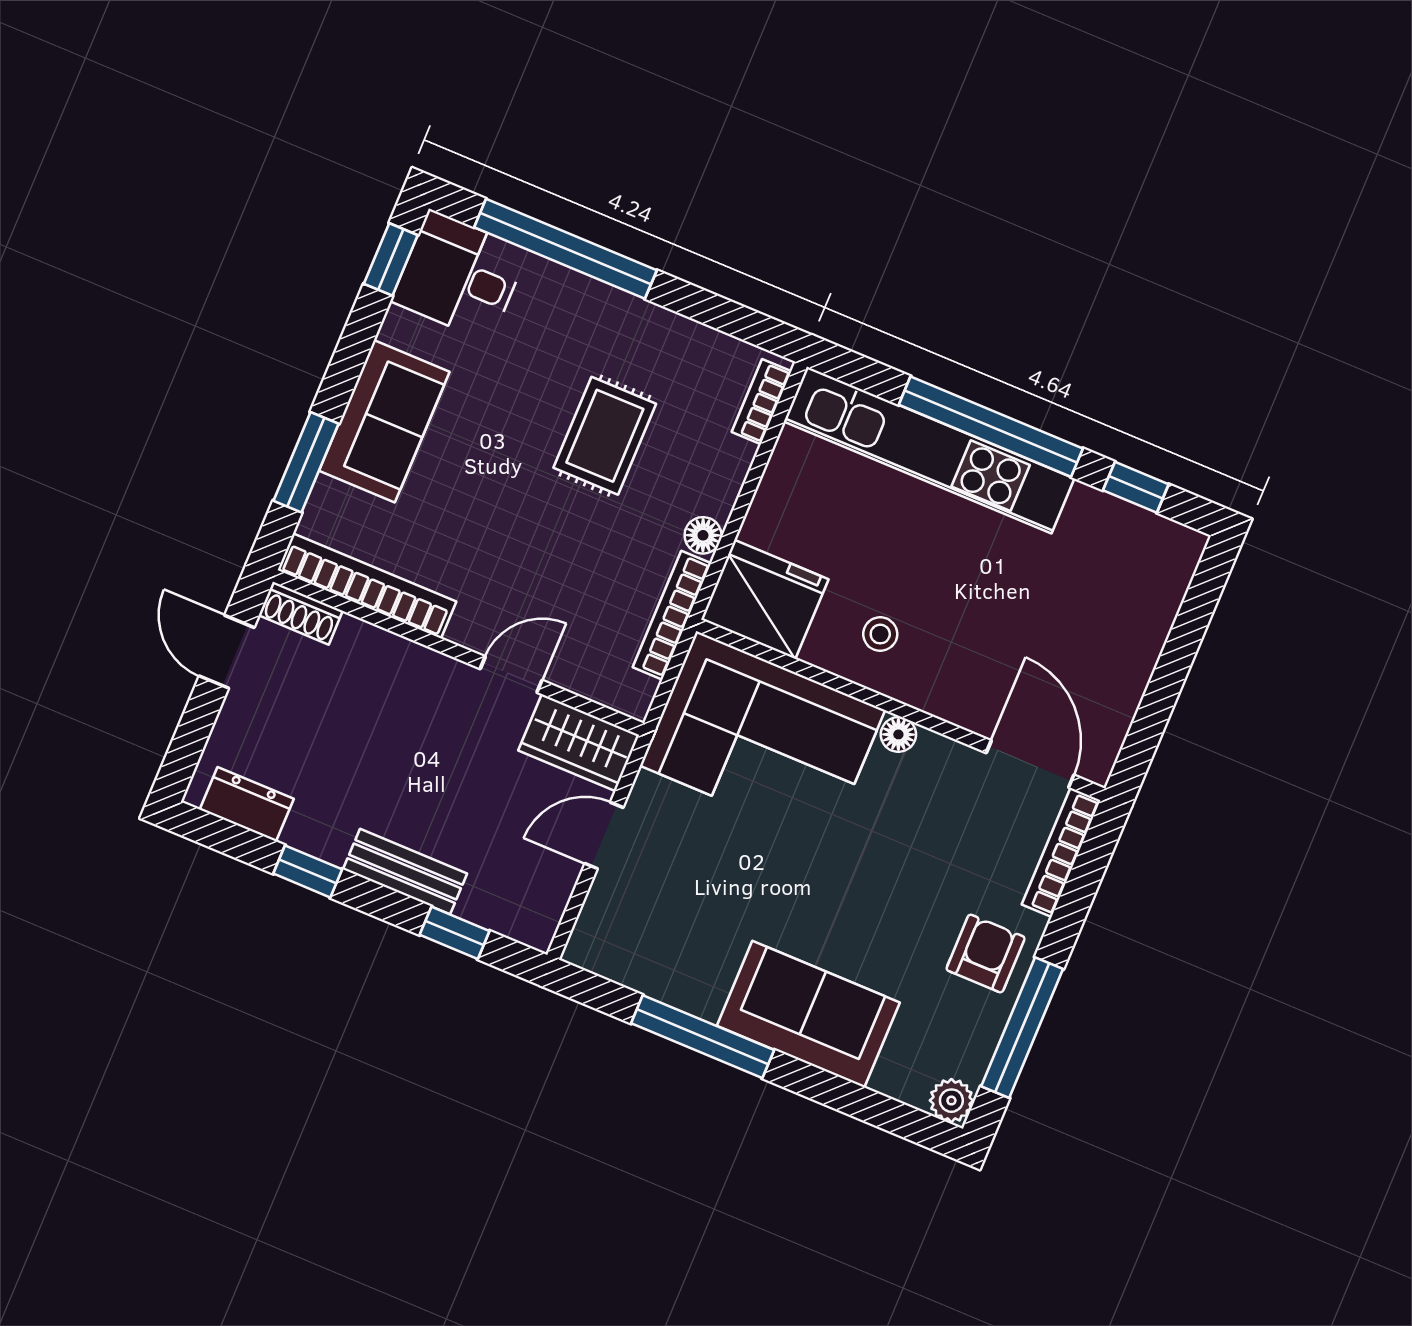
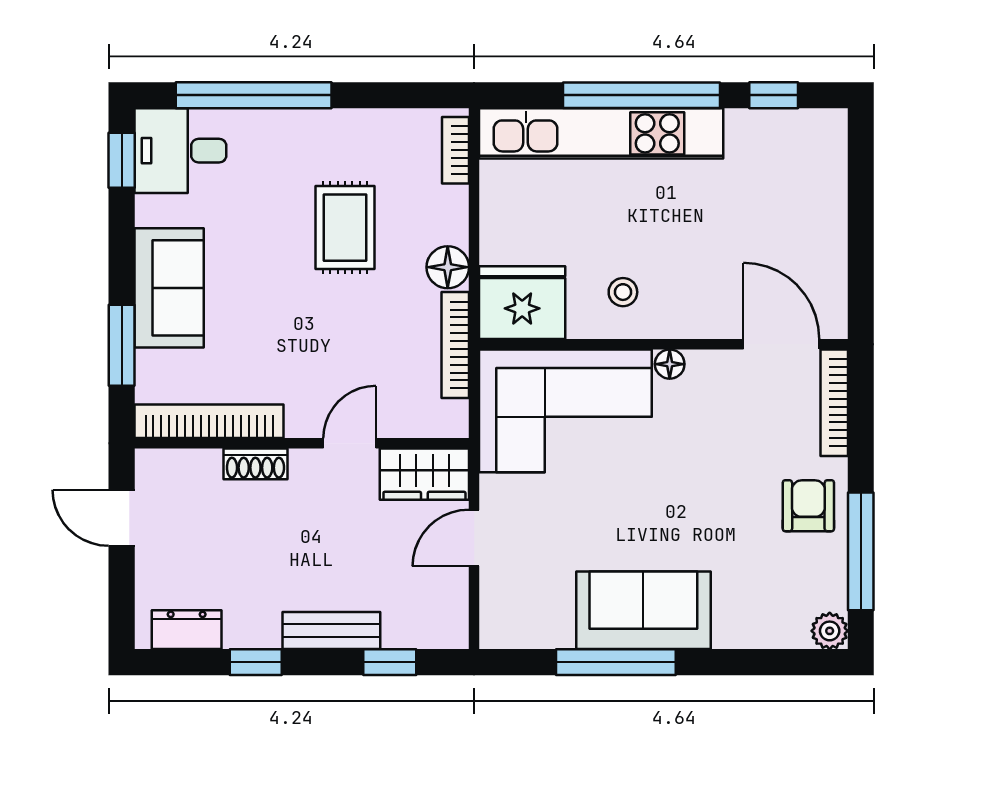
floor lamp: (703, 535) -> (448, 267), width x1.37, depth x1.37
shoe rack: (301, 613) -> (255, 464), moved
sofa: (808, 1014) -> (643, 610), moved

